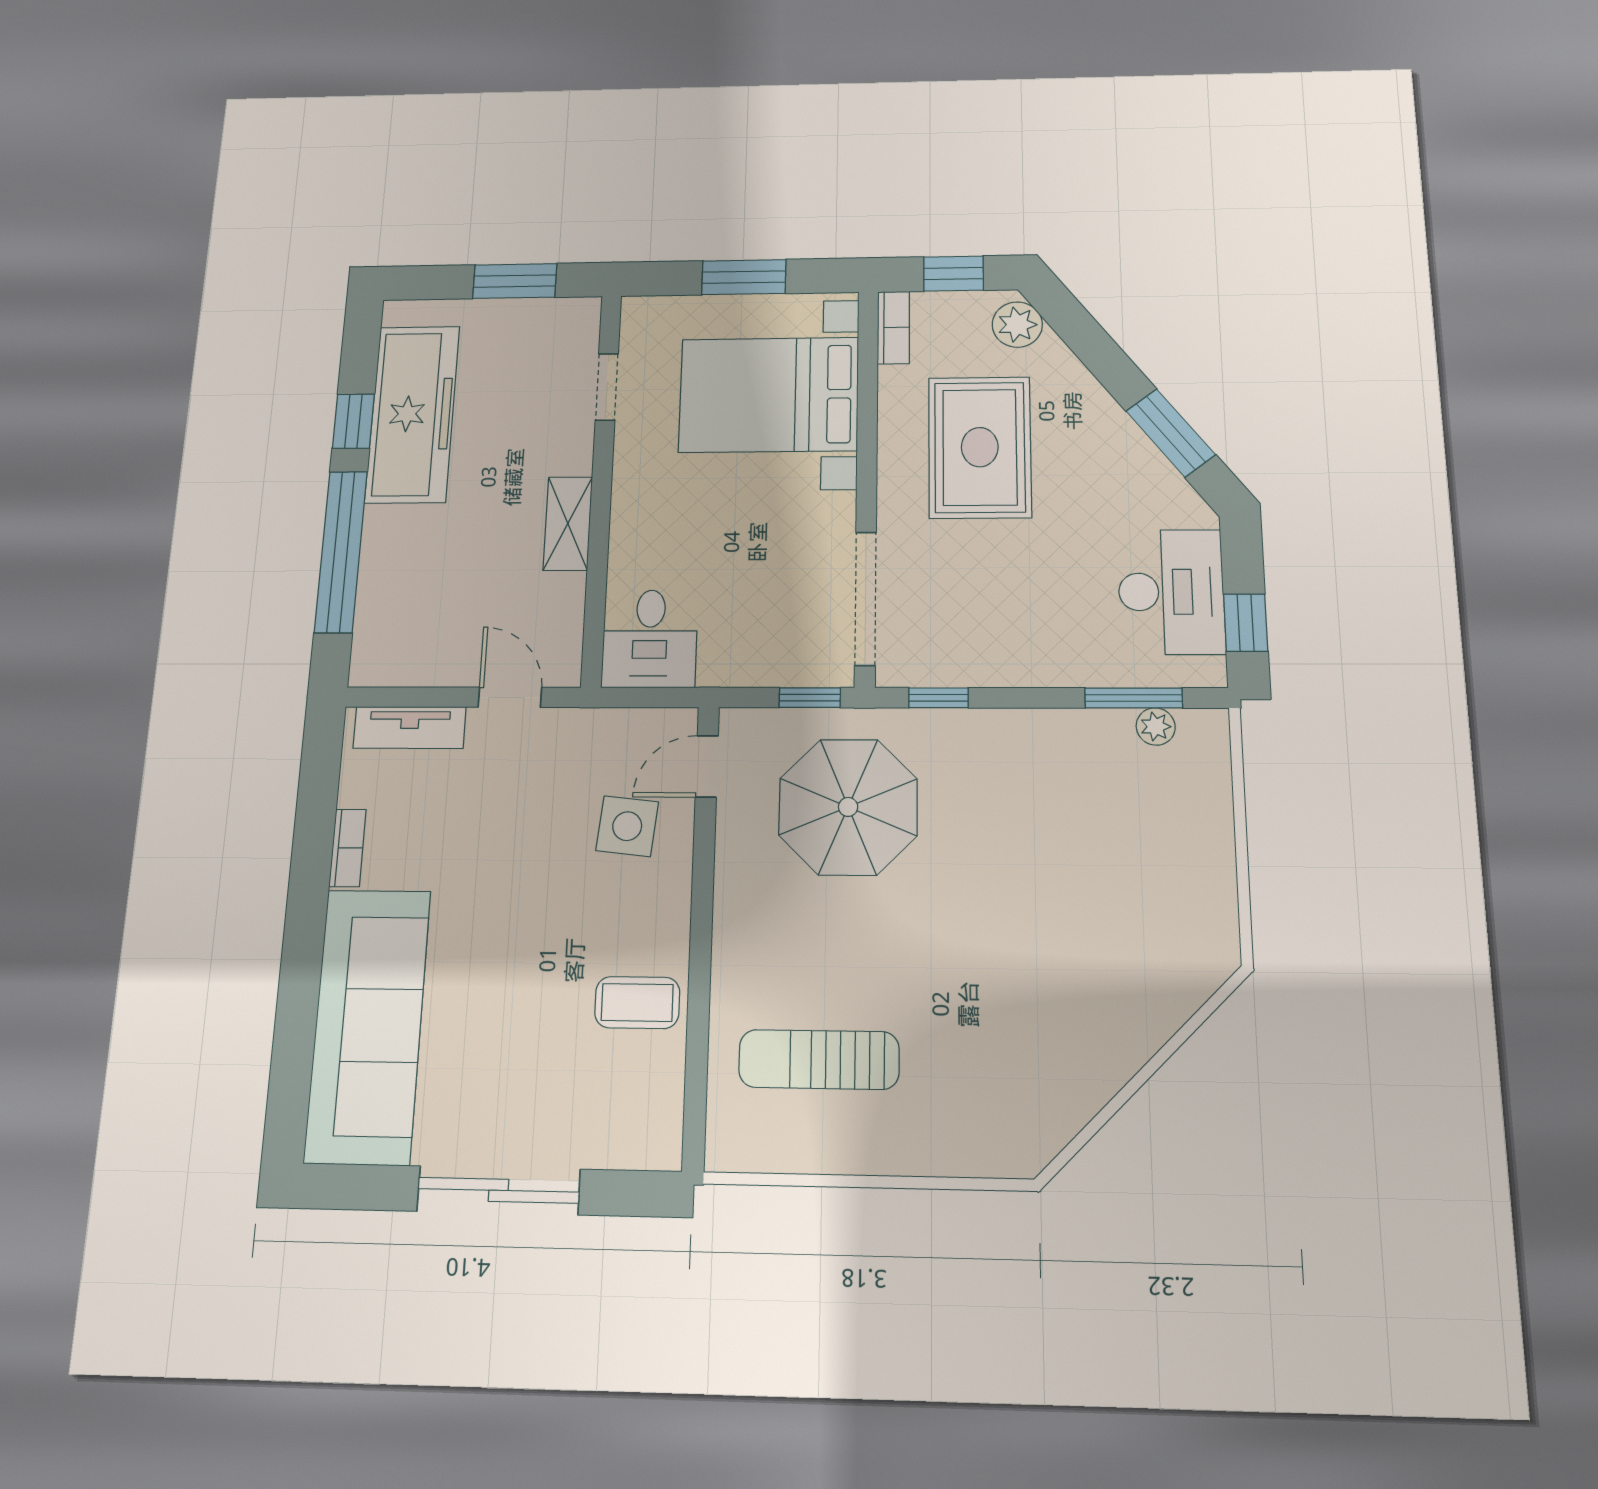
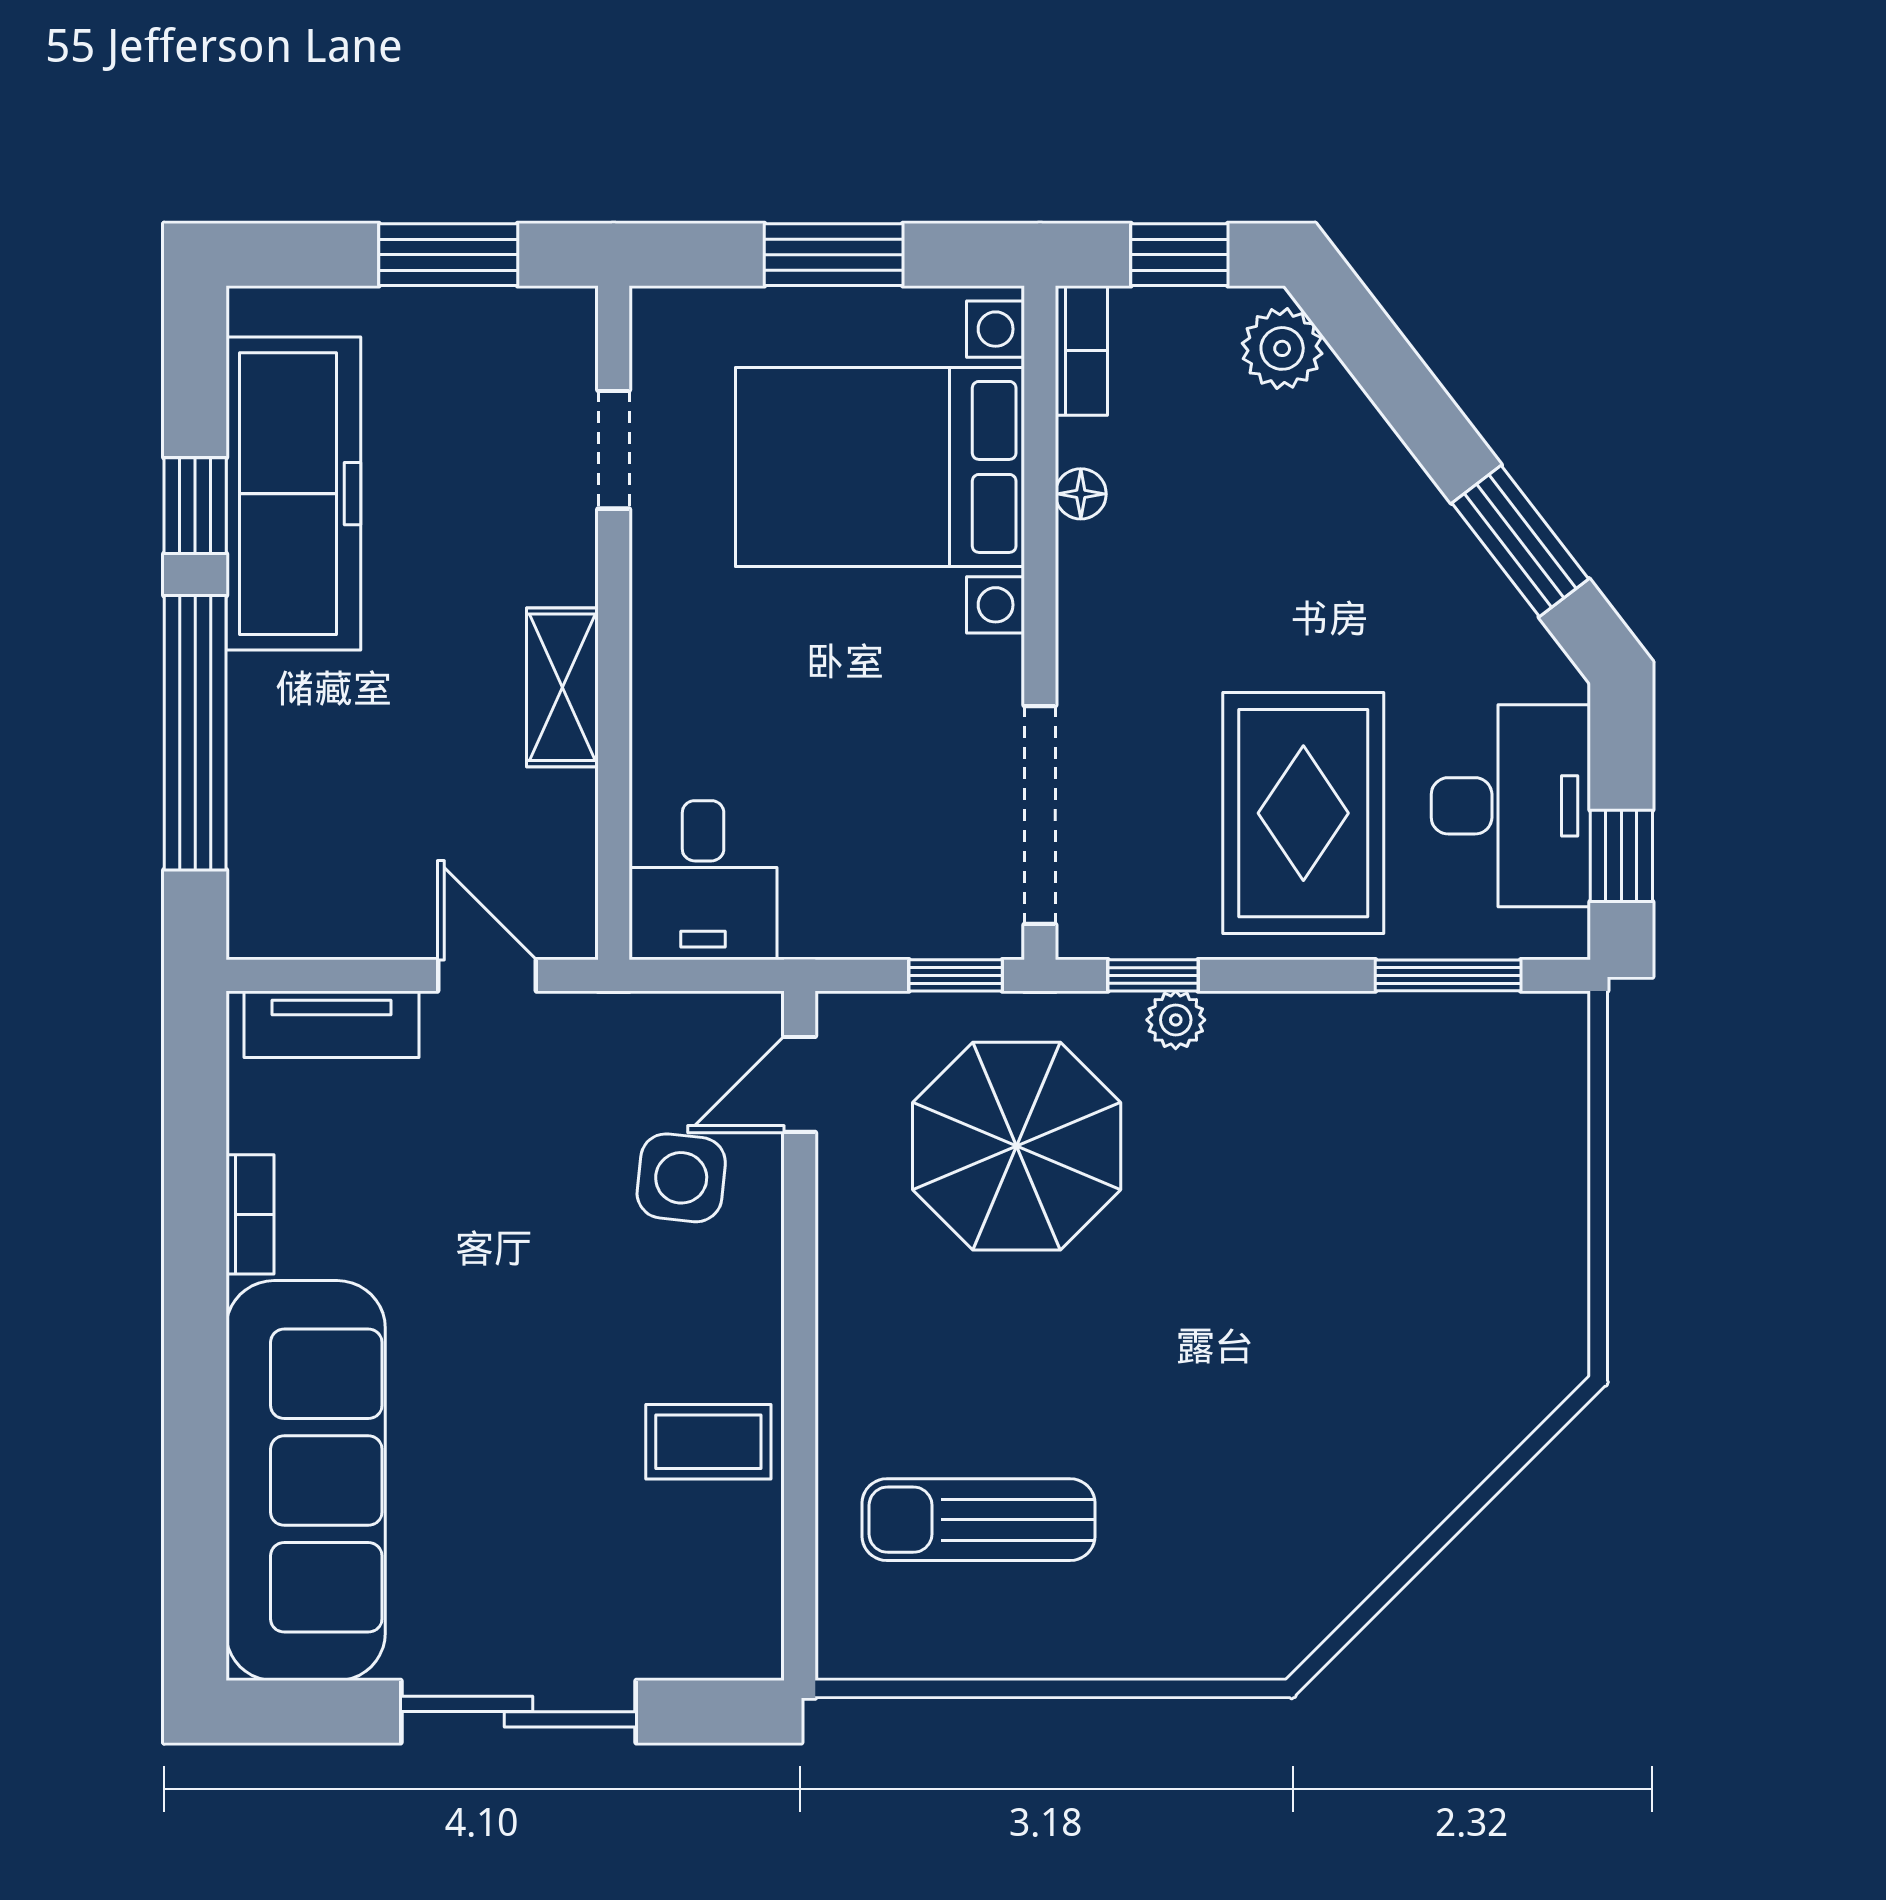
floor lamp: (893, 408) -> (1081, 494), added
rug: (980, 447) -> (1303, 813), moved
plant: (1156, 727) -> (1176, 1020), moved

